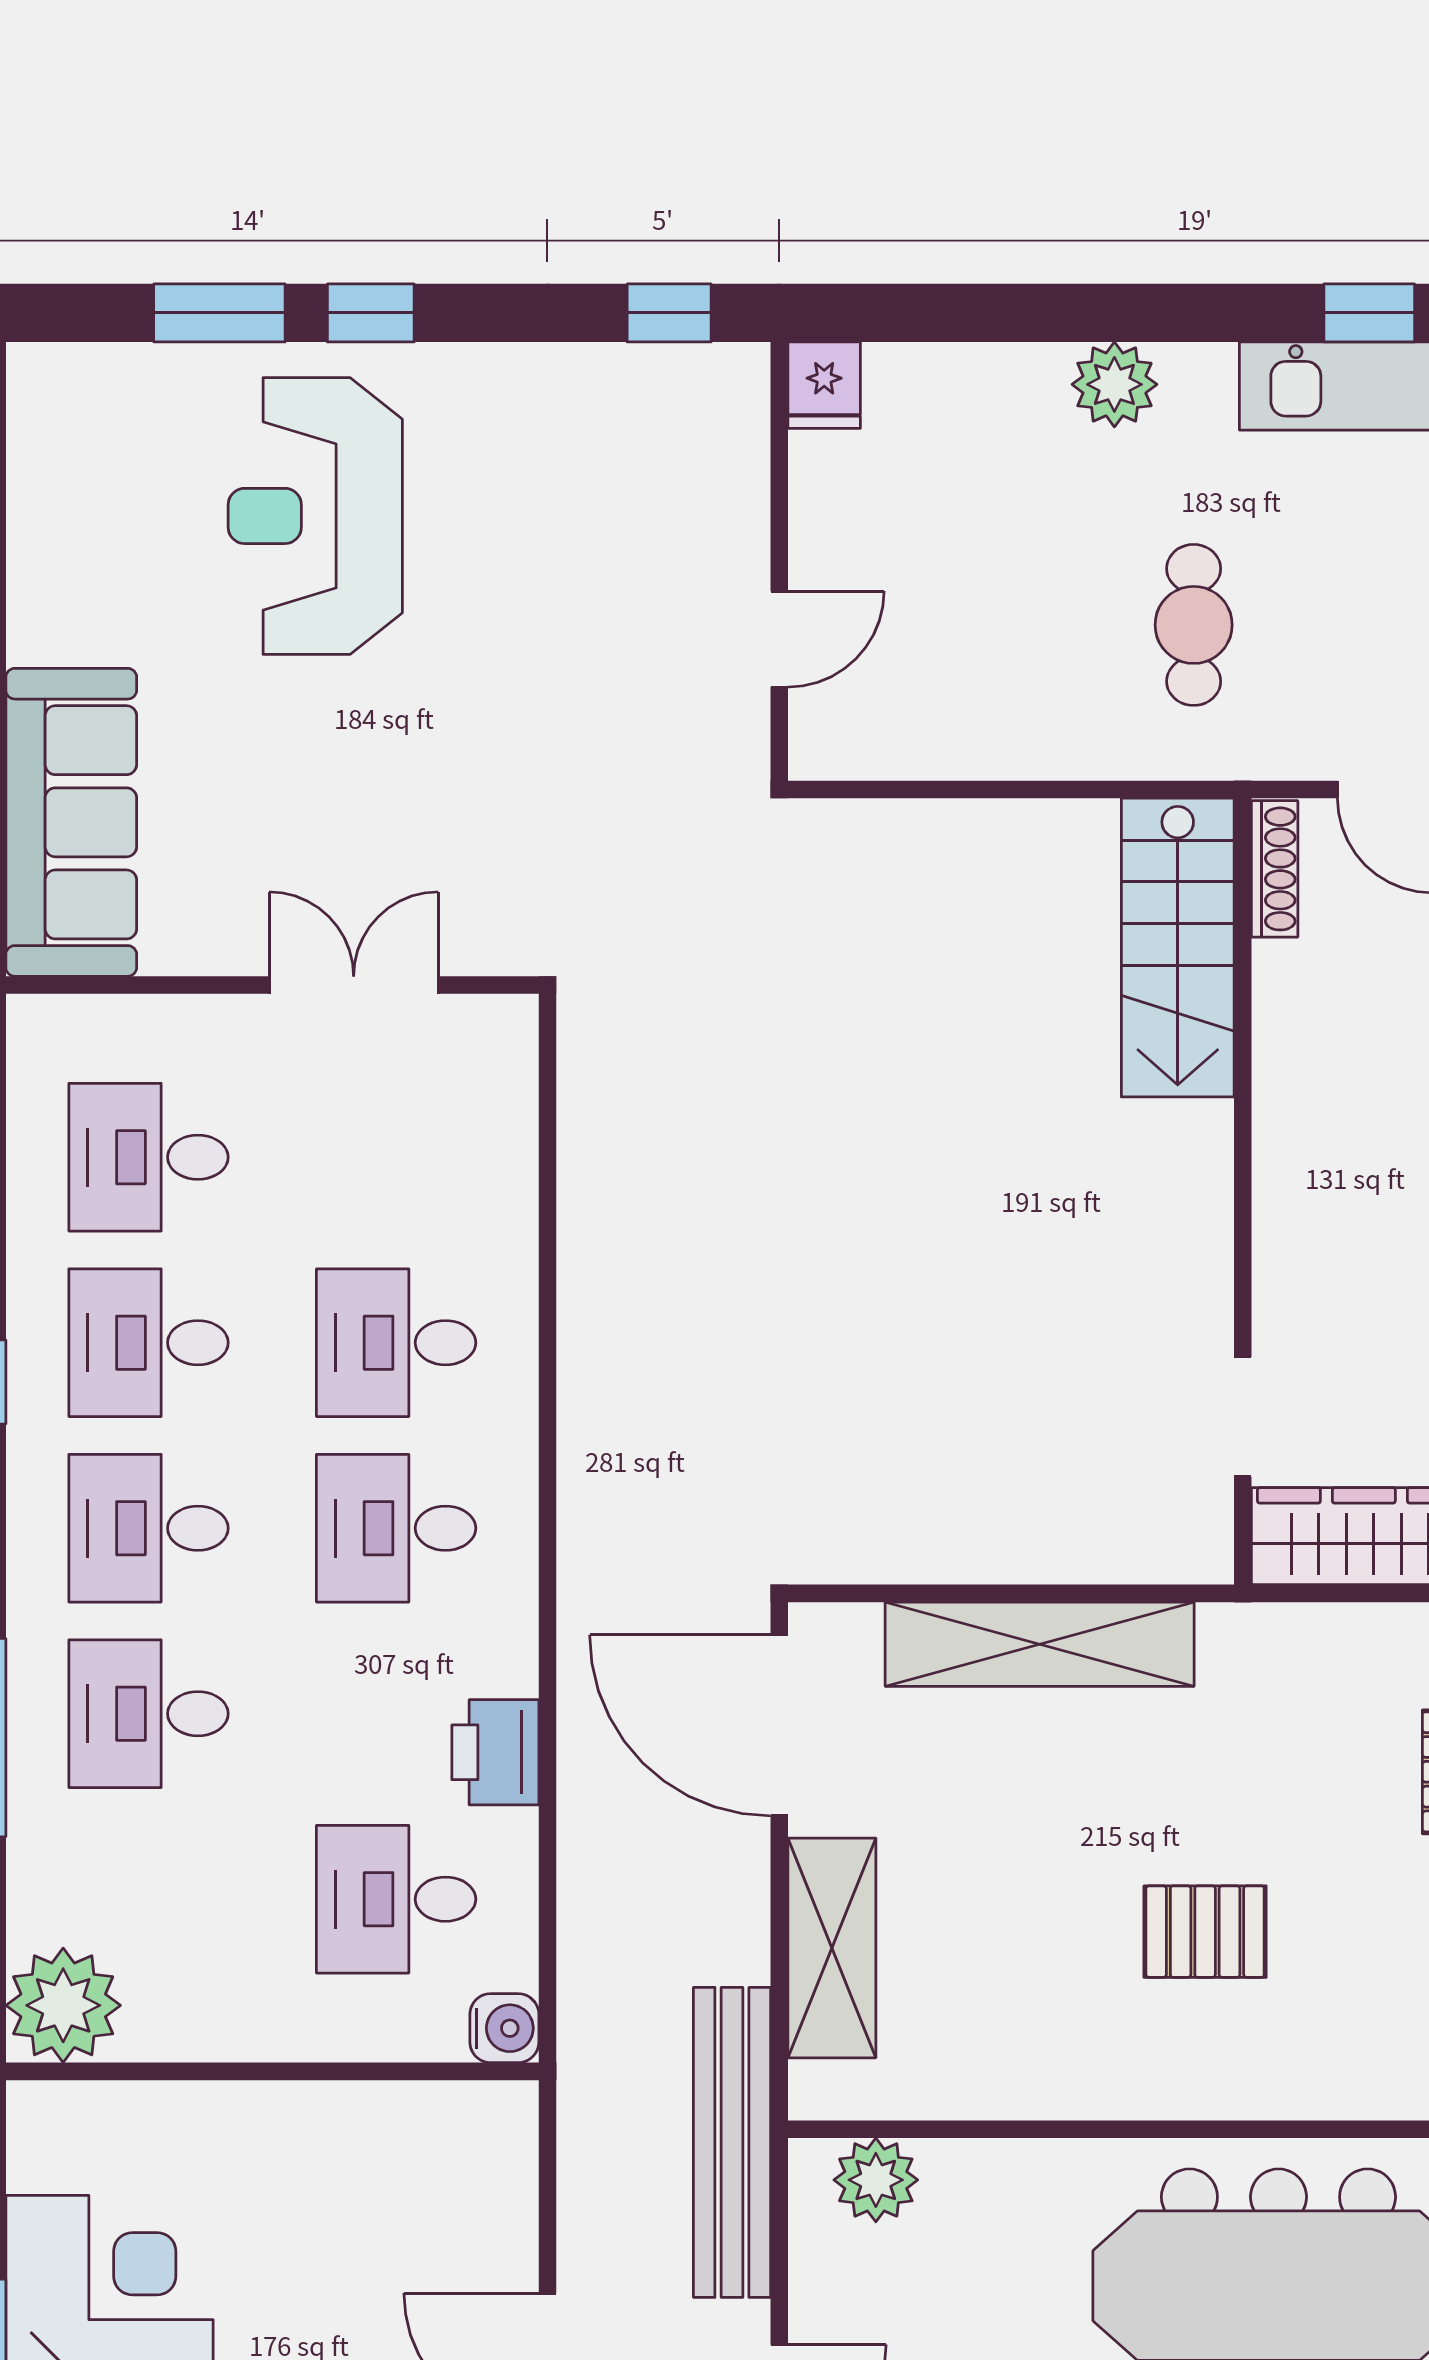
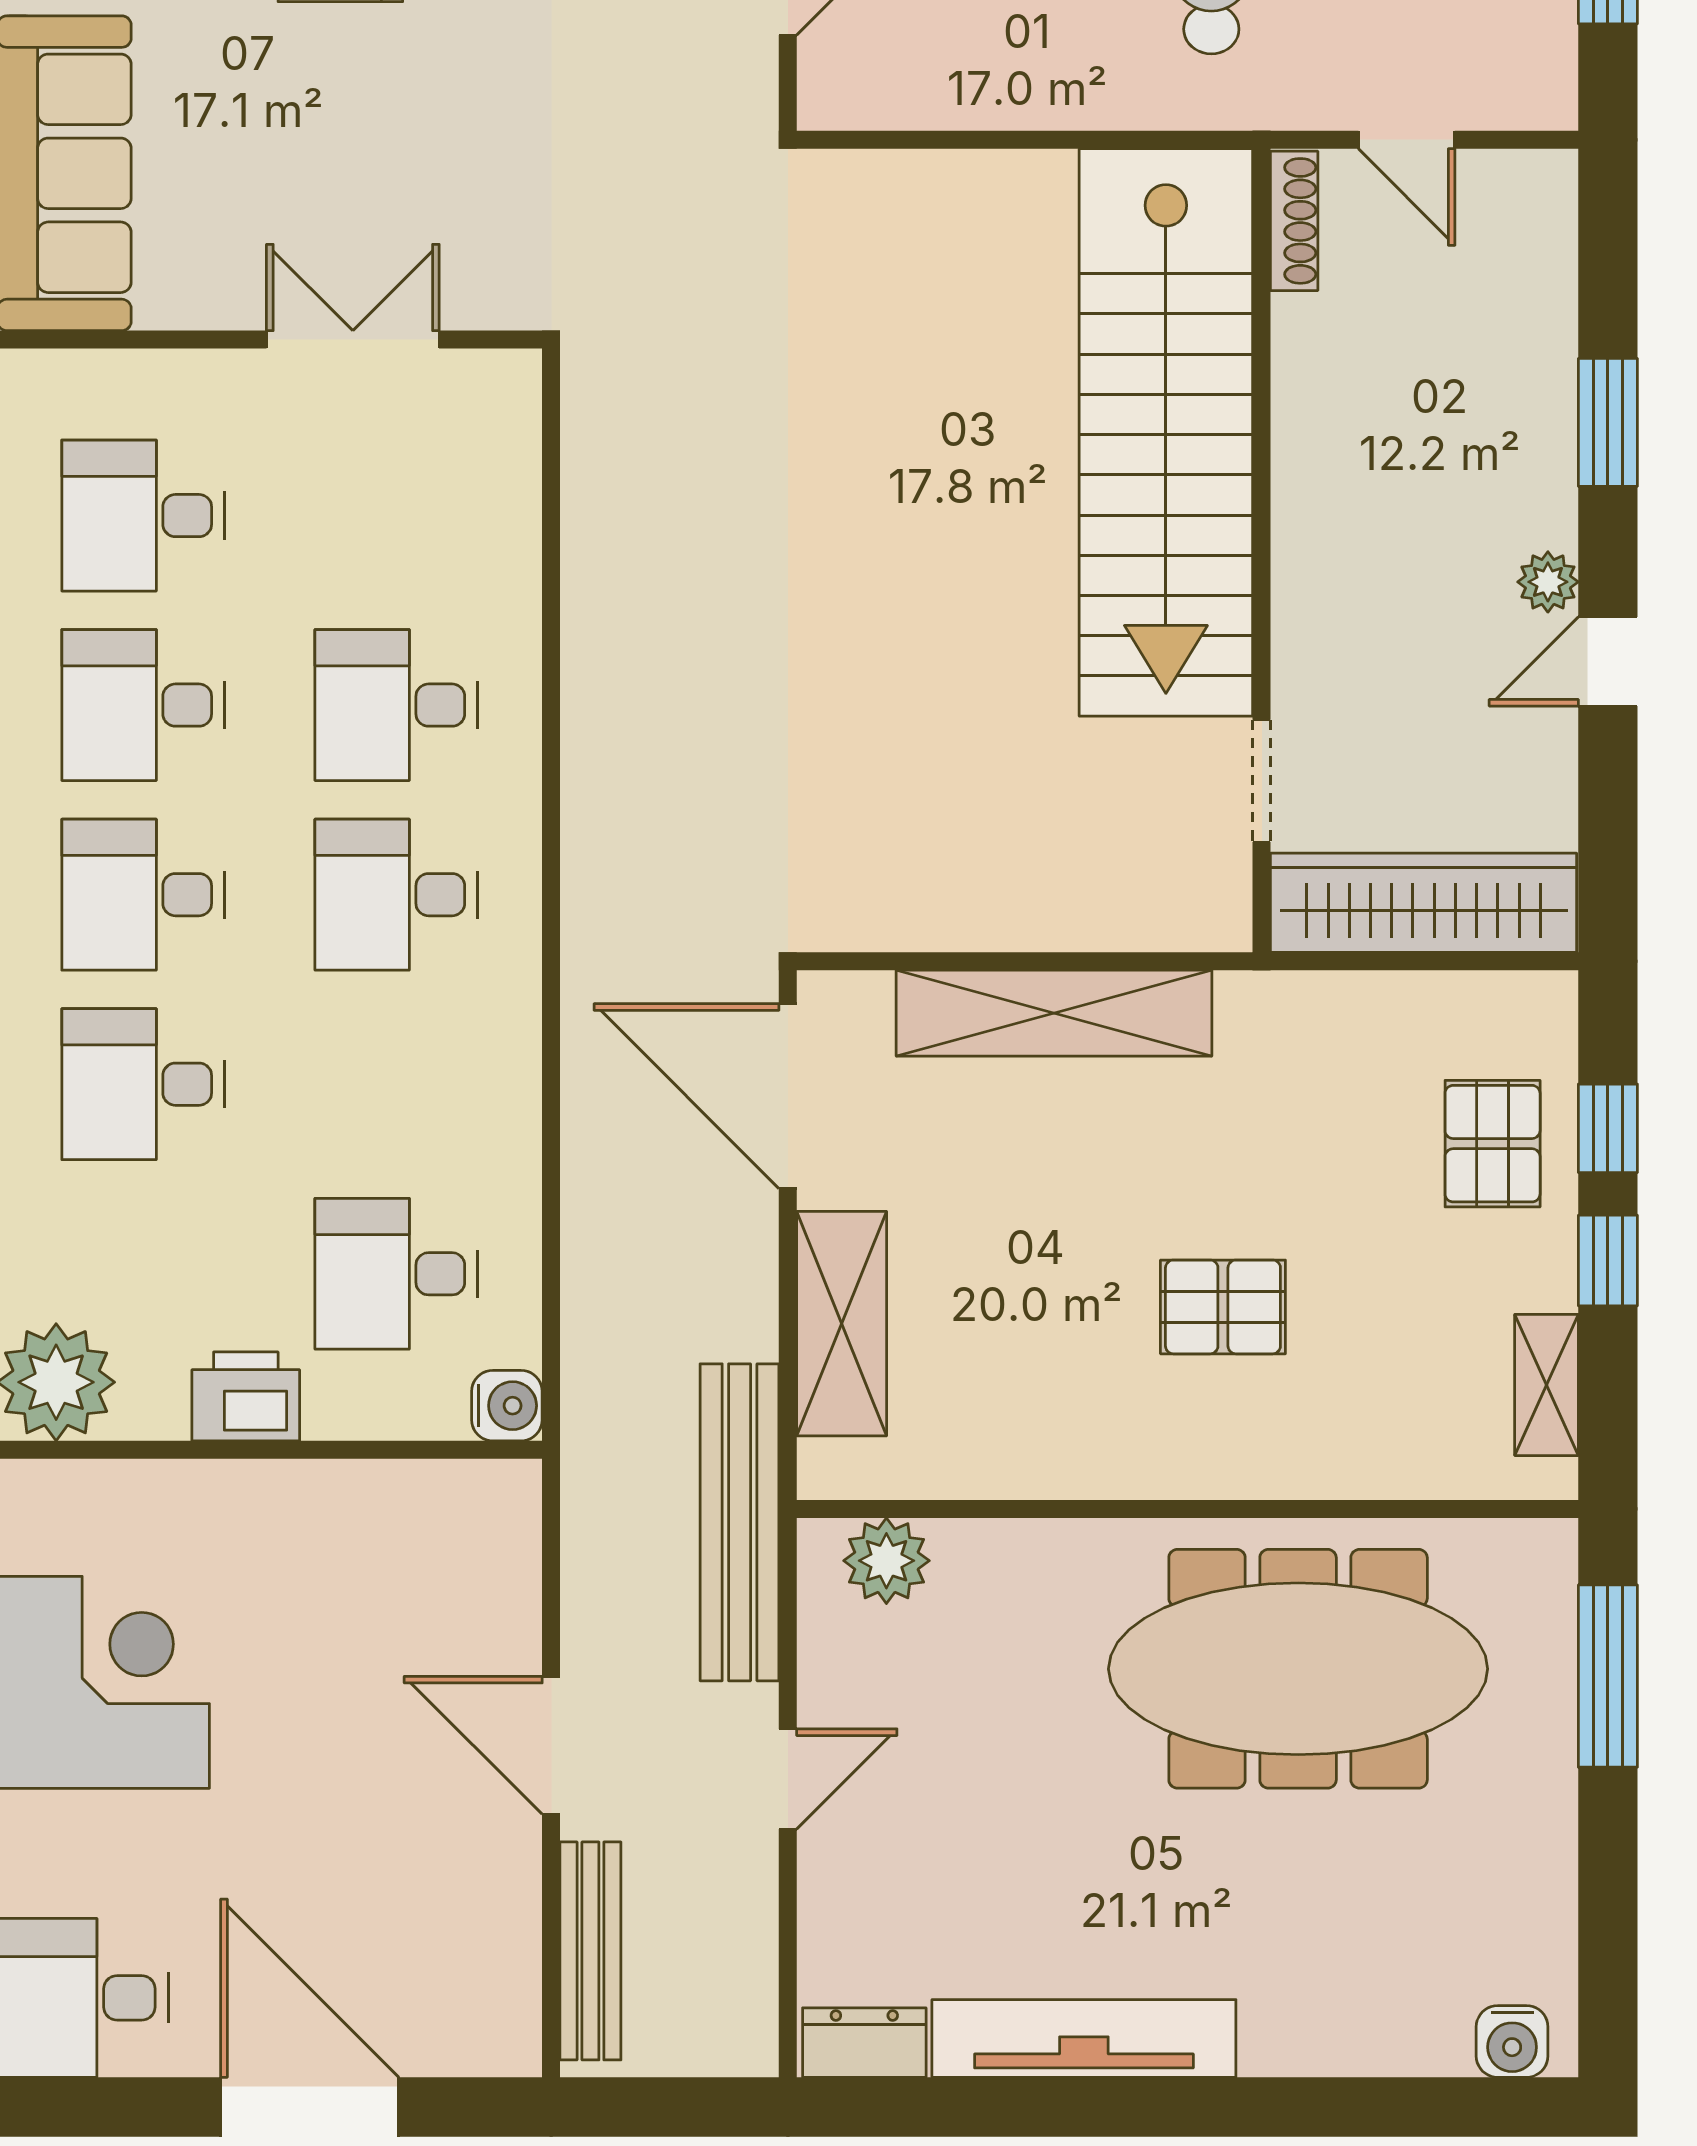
stairs: (1178, 948) -> (1166, 432), width x1.86, depth x1.51
printer: (495, 1752) -> (246, 1396), moved, turned 90

